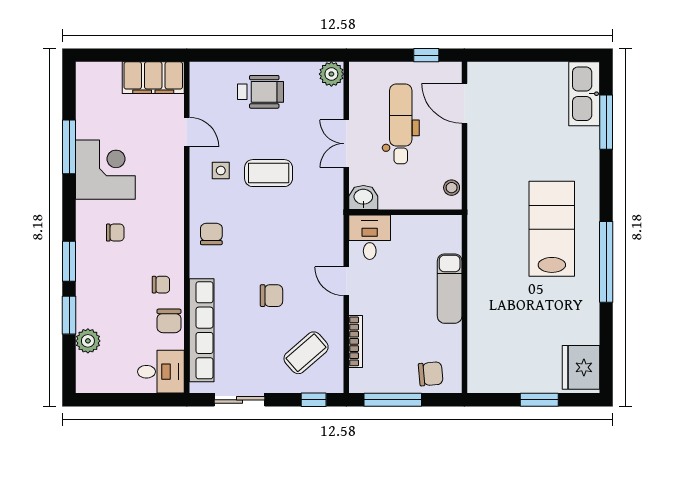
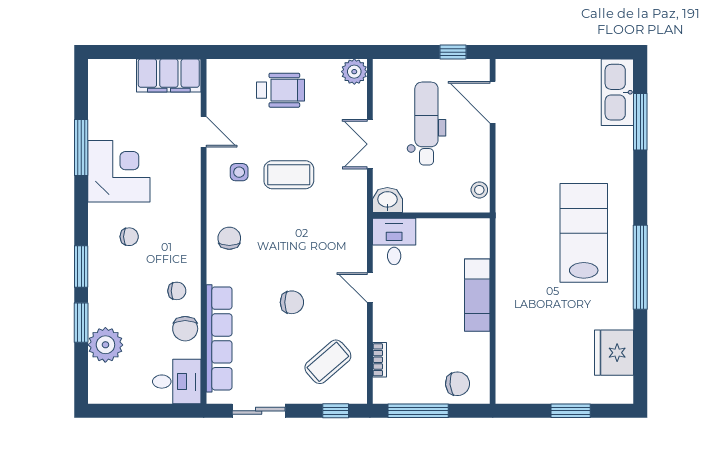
plant: (88, 341) -> (105, 345), width x1.36, depth x1.36
bookcase: (356, 341) -> (379, 360), width x0.64
fridge: (581, 367) -> (614, 353), moved

